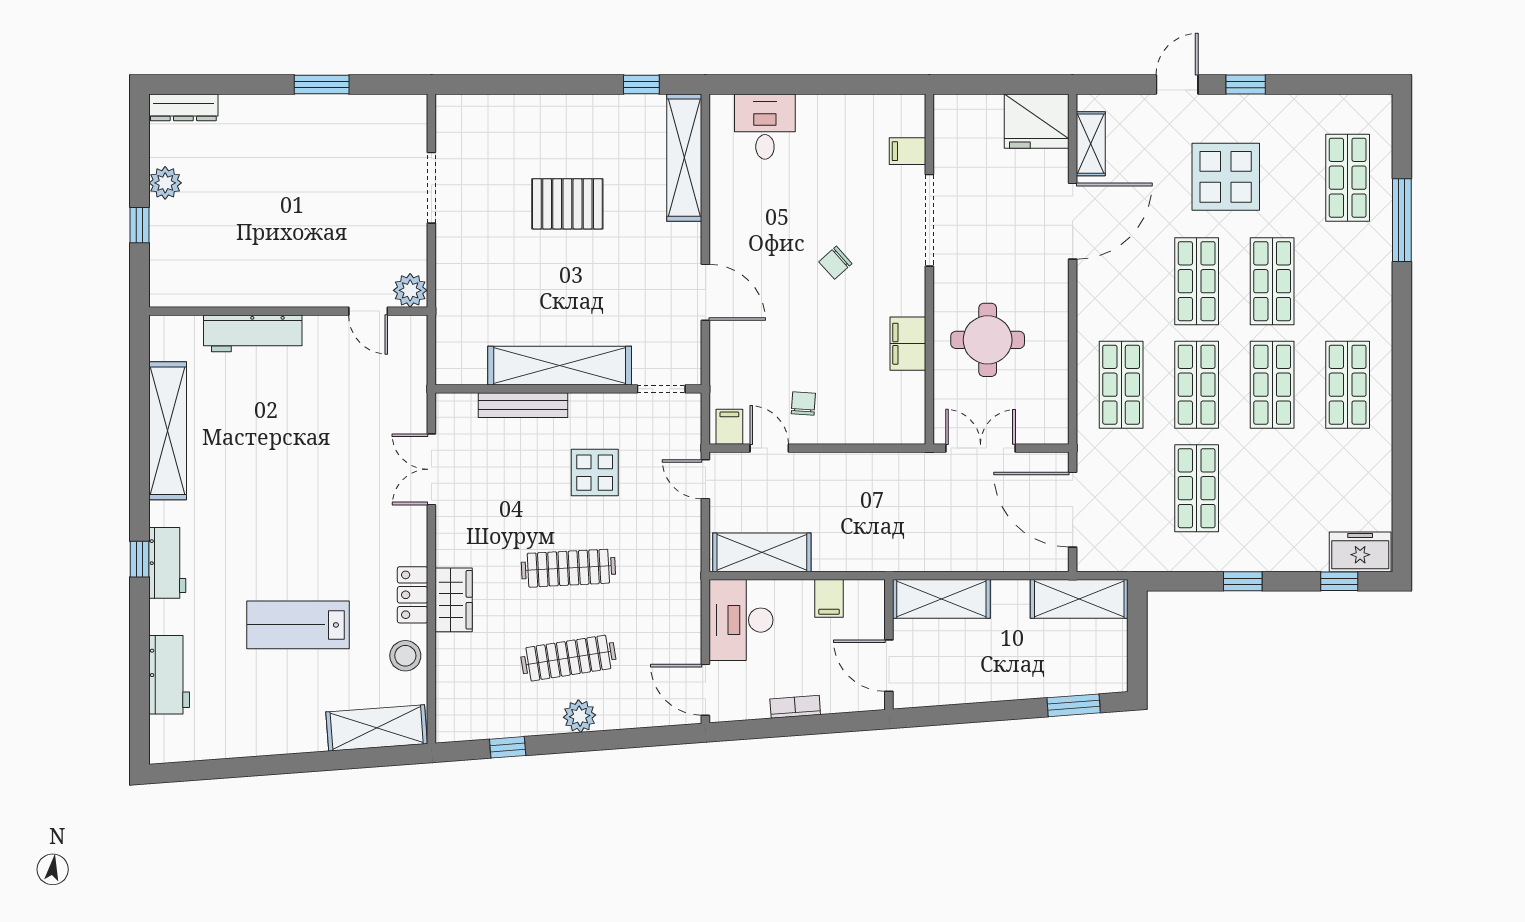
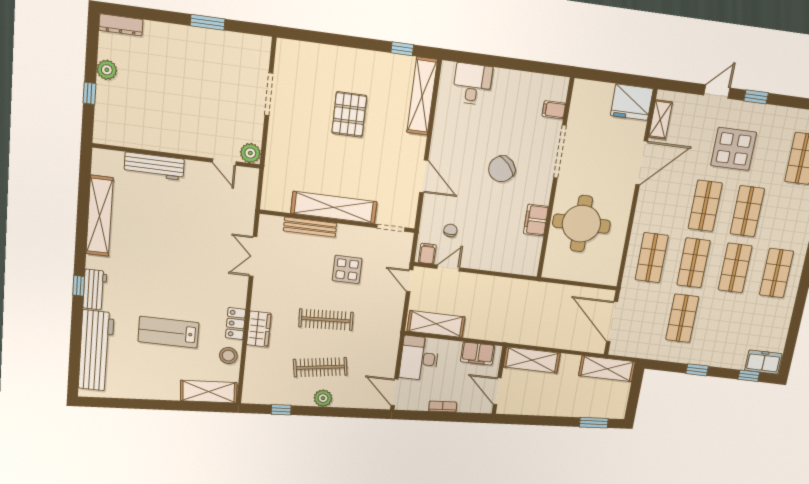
pallet: (567, 204) -> (349, 114), turned 90
chair: (835, 263) -> (502, 169), width x1.87, depth x1.87
round table: (988, 340) -> (581, 224), width x1.36, depth x1.36
chair: (803, 403) -> (450, 230), moved
door: (769, 448) -> (448, 268), hinge flipped
double door: (981, 448) -> (567, 282), removed
filing cabinet: (829, 598) -> (478, 353), width x2.00
workbench: (169, 675) -> (96, 351), width x1.88, depth x1.32

